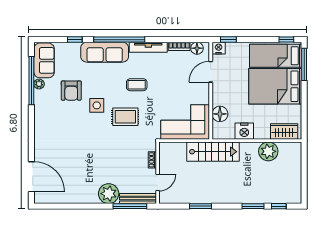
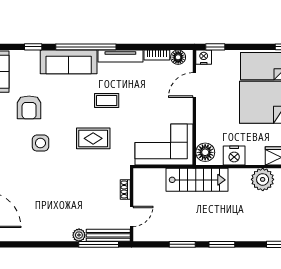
side table: (97, 105) -> (40, 143), moved
floor lamp: (220, 114) -> (205, 152), moved
plant: (109, 194) -> (79, 235), width x0.53, depth x0.53
window: (253, 206) -> (222, 244), moved

